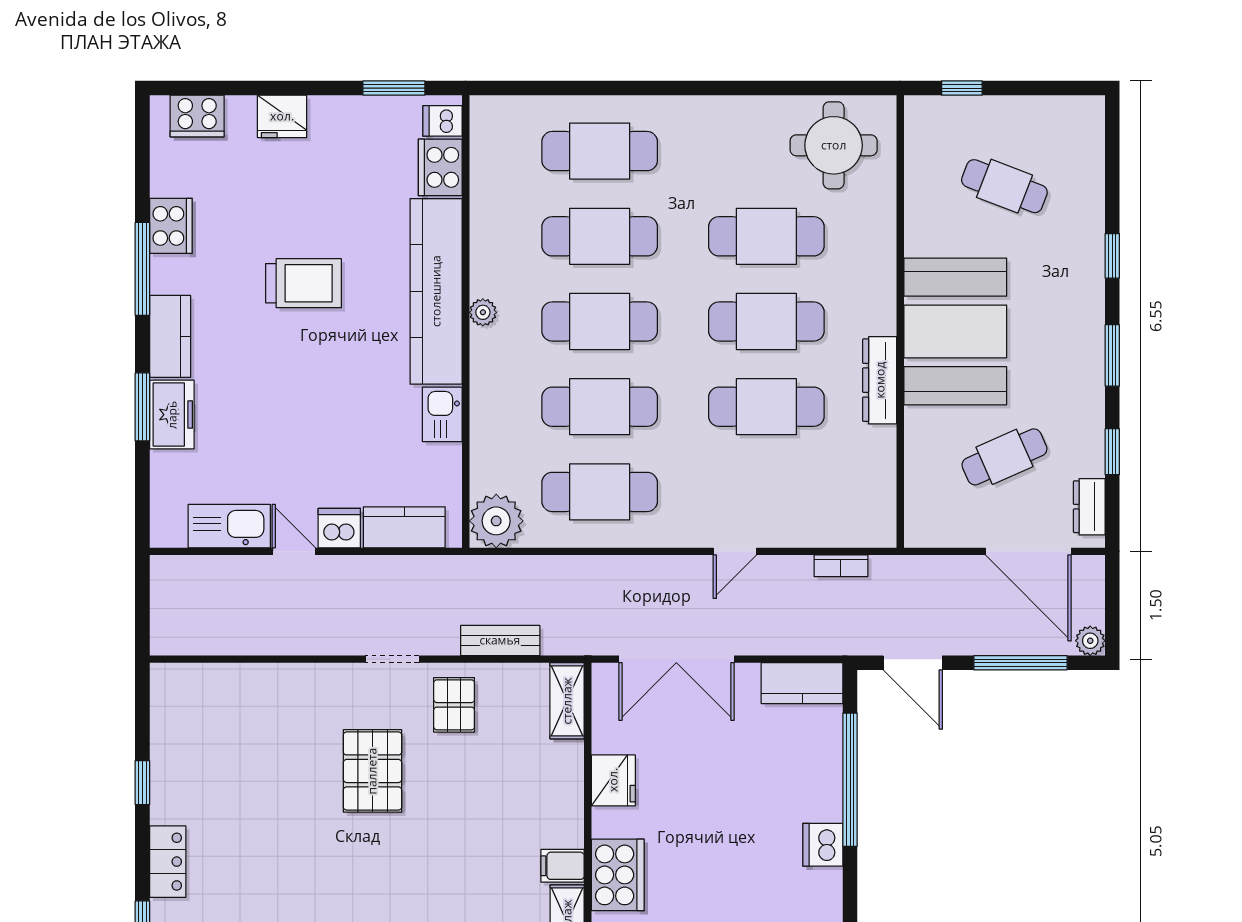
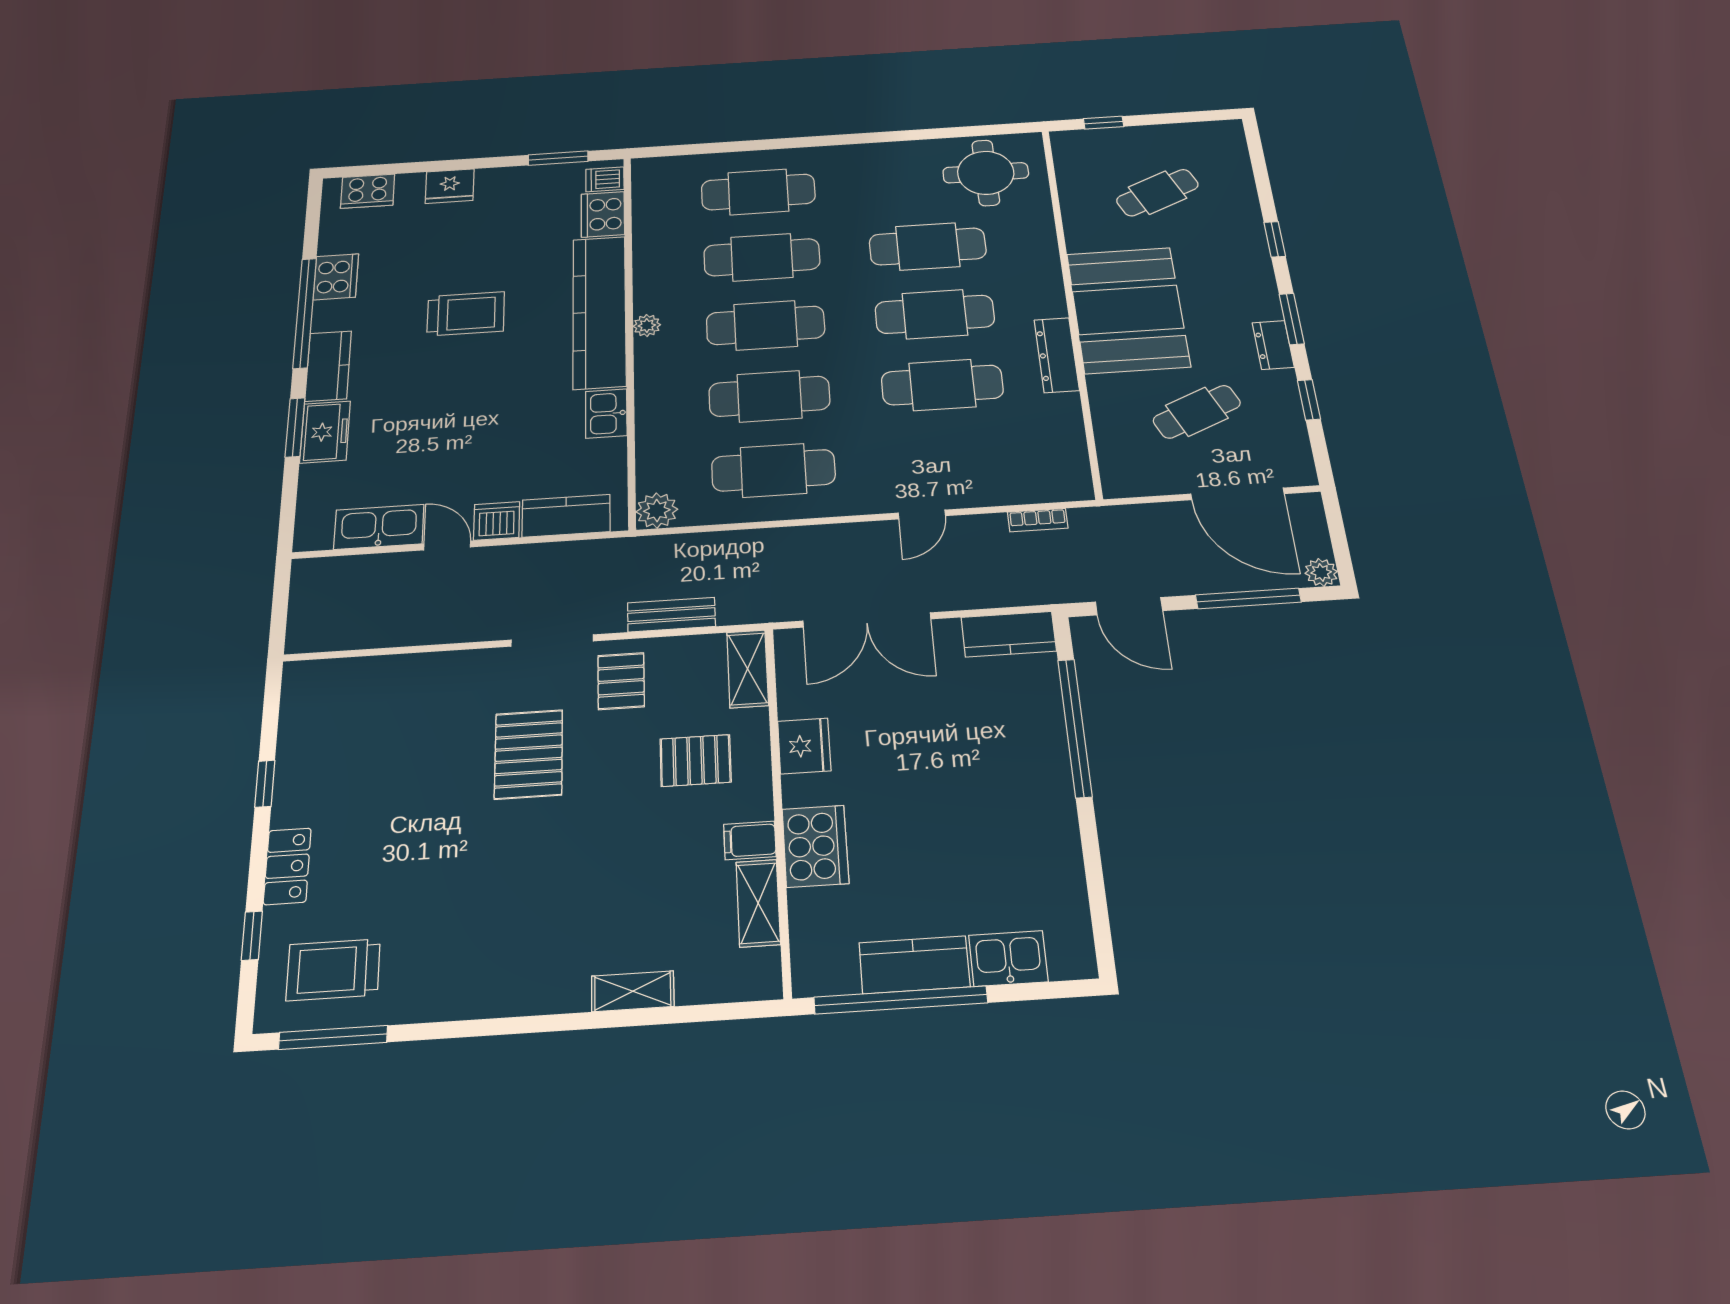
cafe table: (1004, 186) -> (1157, 193), turned -45
window: (142, 269) -> (305, 313), width x1.46
dresser: (1089, 507) -> (1273, 345), moved
plant: (496, 521) -> (657, 511), width x0.73, depth x0.73
doorway: (392, 659) -> (552, 641), width x1.38
pallet: (518, 787) -> (696, 760), added
dishwasher: (823, 845) -> (1052, 798), removed

